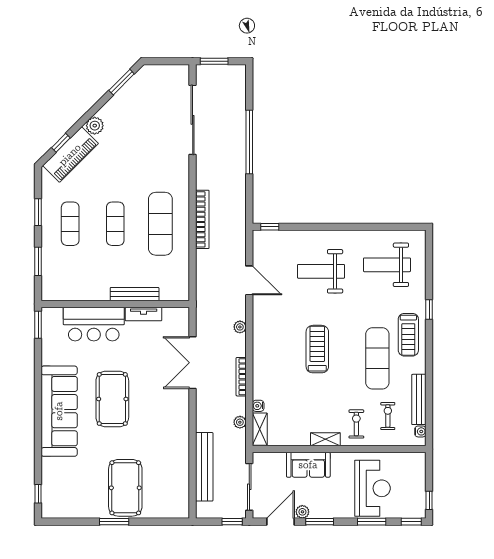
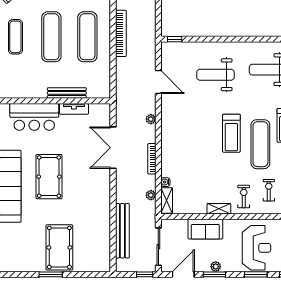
exercise mat: (115, 224) -> (51, 37), width x1.36, depth x1.45
treadmill: (317, 349) -> (231, 133), moved, turned 180
plant: (302, 512) -> (216, 267), moved

